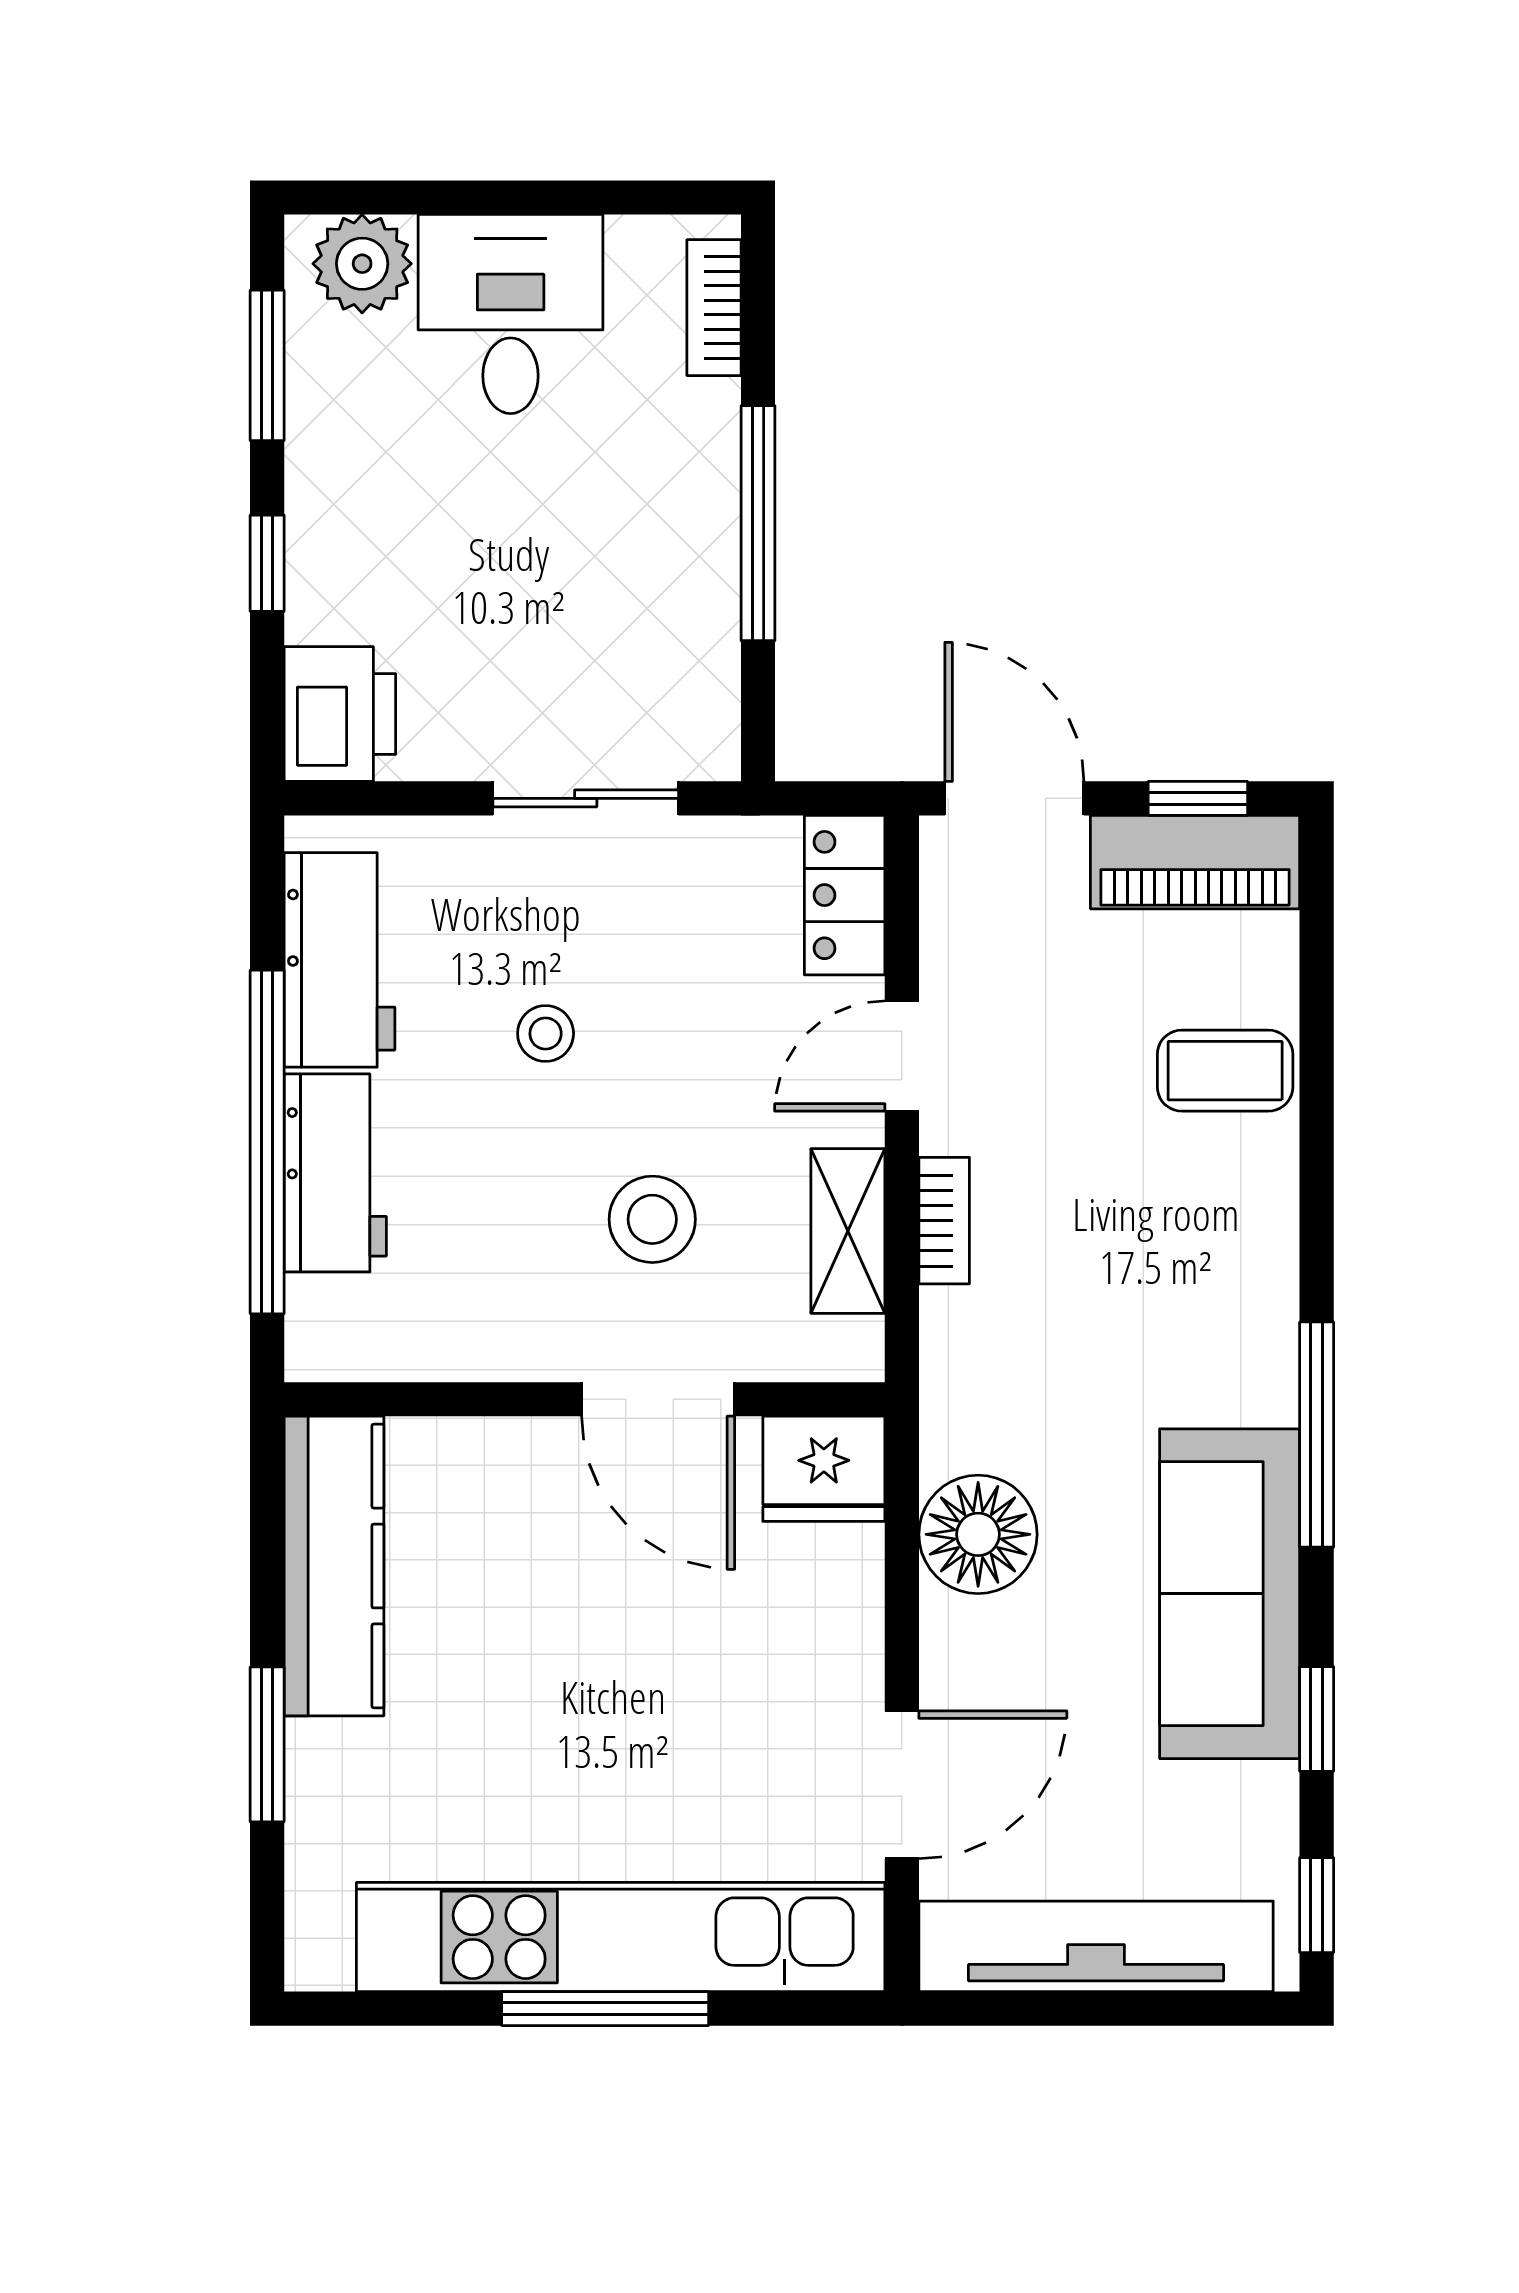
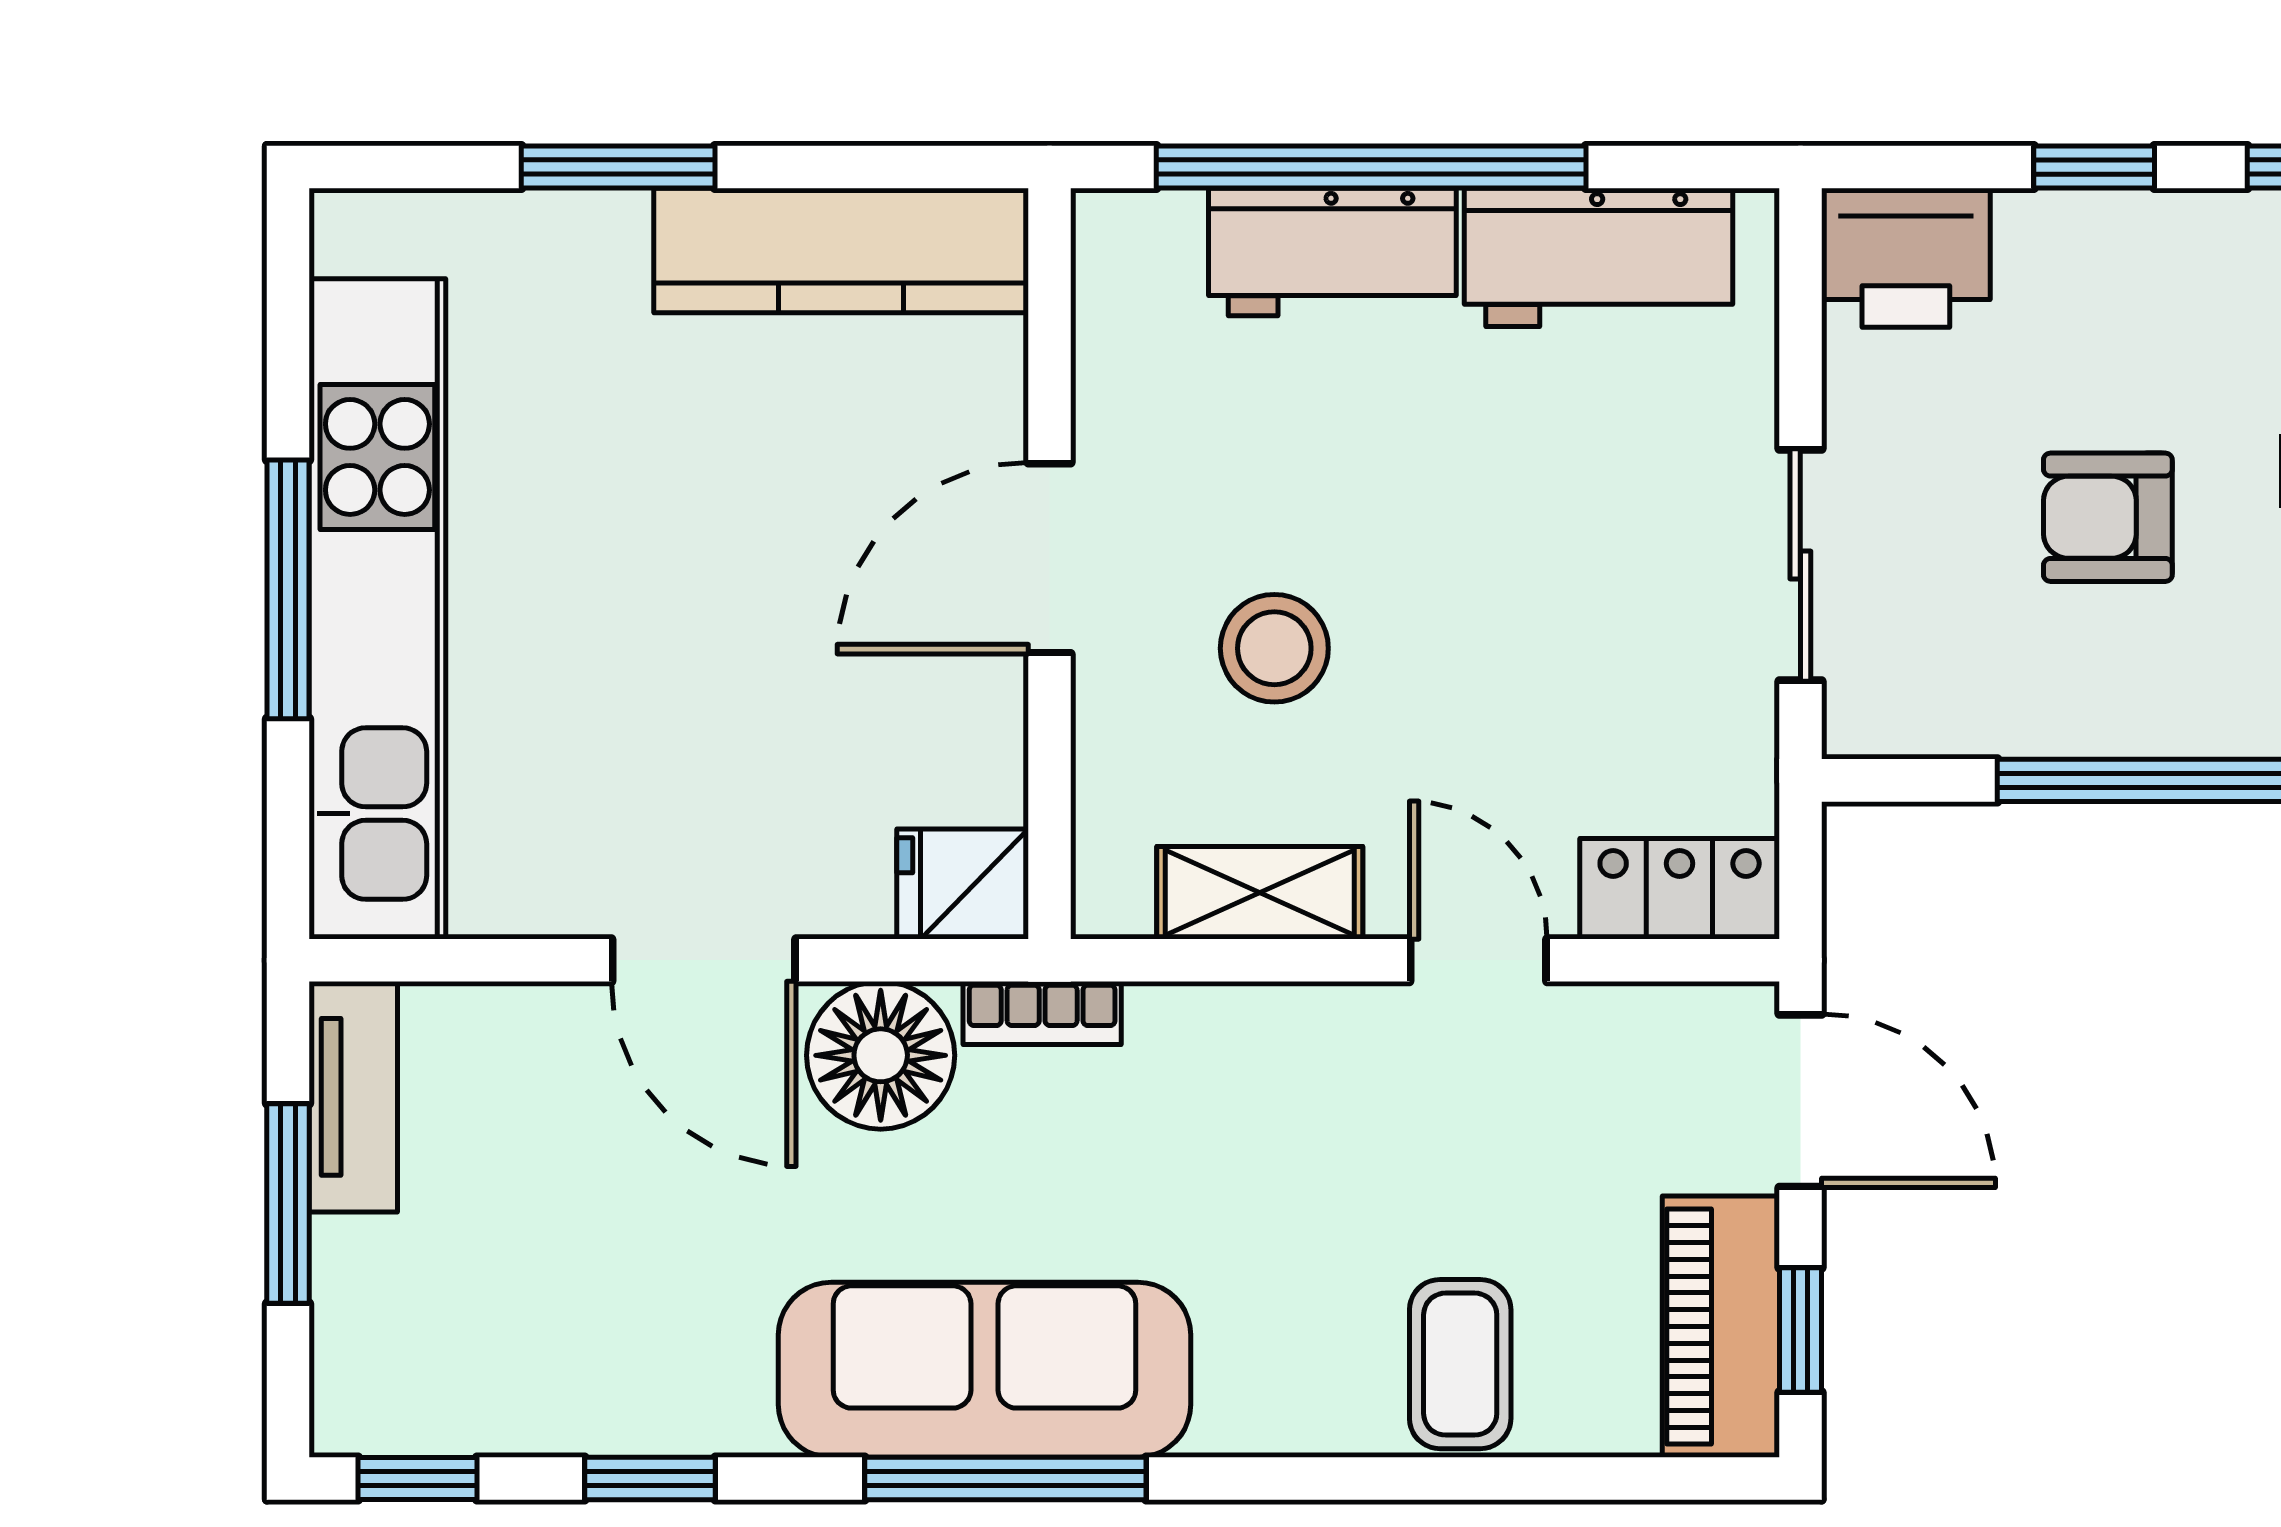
armchair: (547, 552) -> (2108, 517), added
door: (1014, 798) -> (1800, 1101), hinge flipped
stool: (546, 1034) -> (1507, 515), removed
bookcase: (944, 1221) -> (1042, 1013), moved
door: (658, 1399) -> (1049, 558), moved
fridge: (824, 1469) -> (963, 884), width x0.72
sofa: (1230, 1594) -> (985, 1370), moved
door: (902, 1785) -> (704, 960), moved
tv unit: (1096, 1946) -> (353, 1097), width x0.52, depth x0.78
window: (1097, 2009) -> (288, 1203), added

